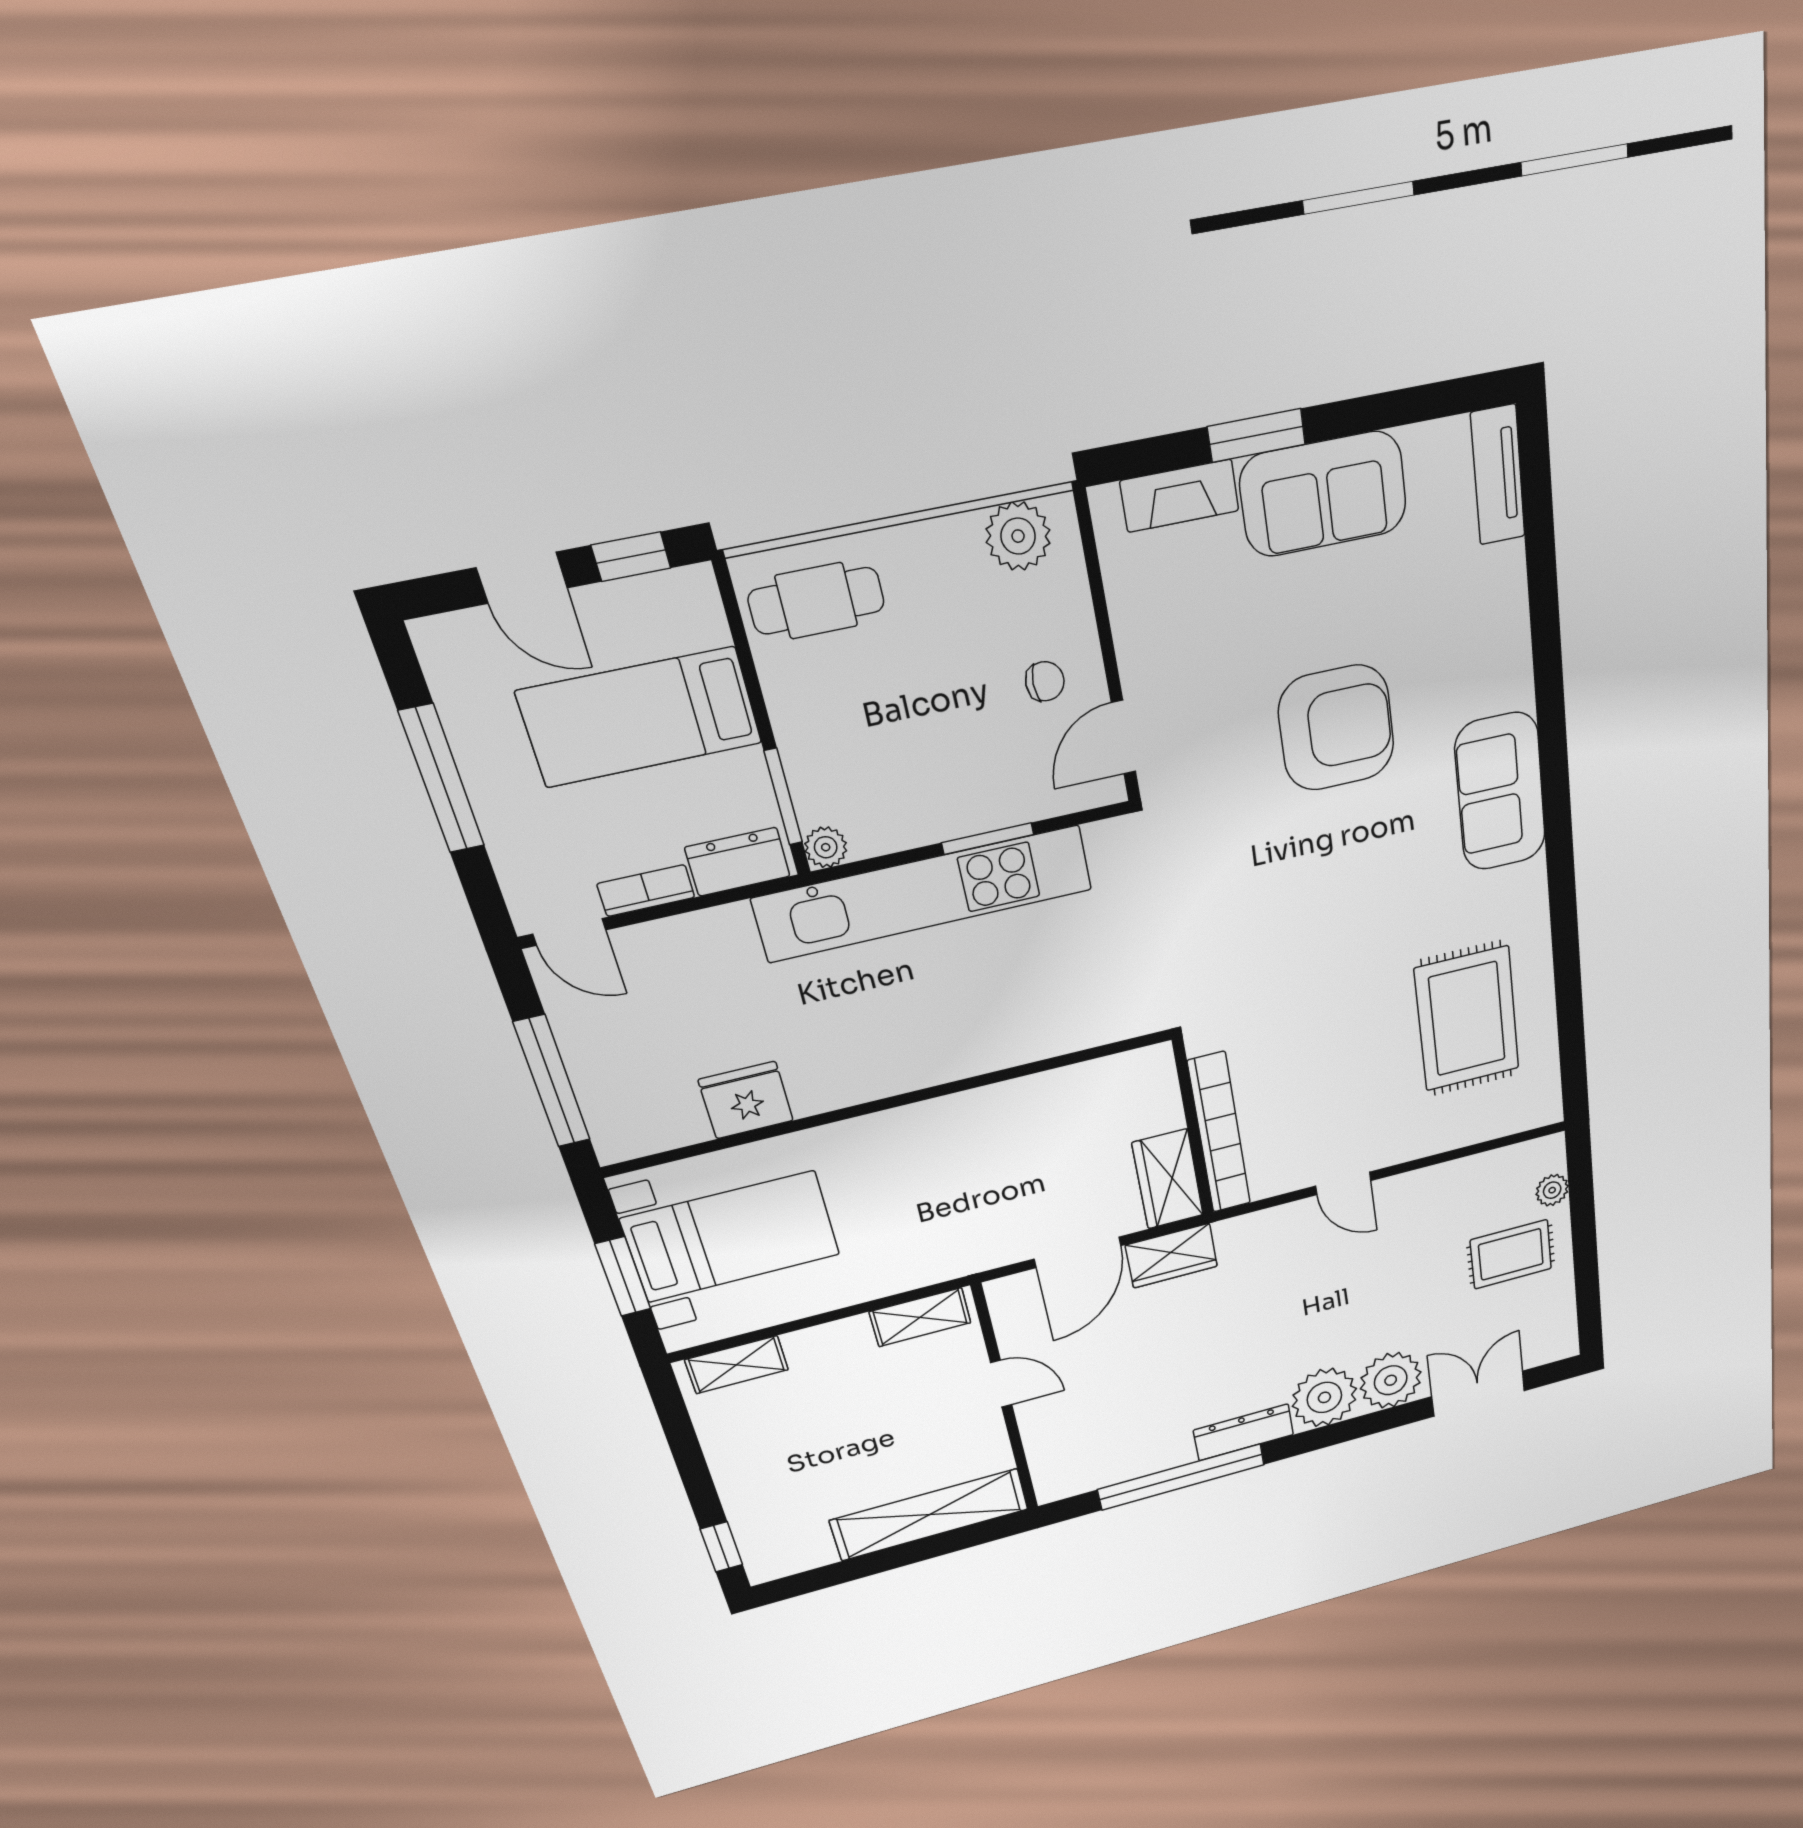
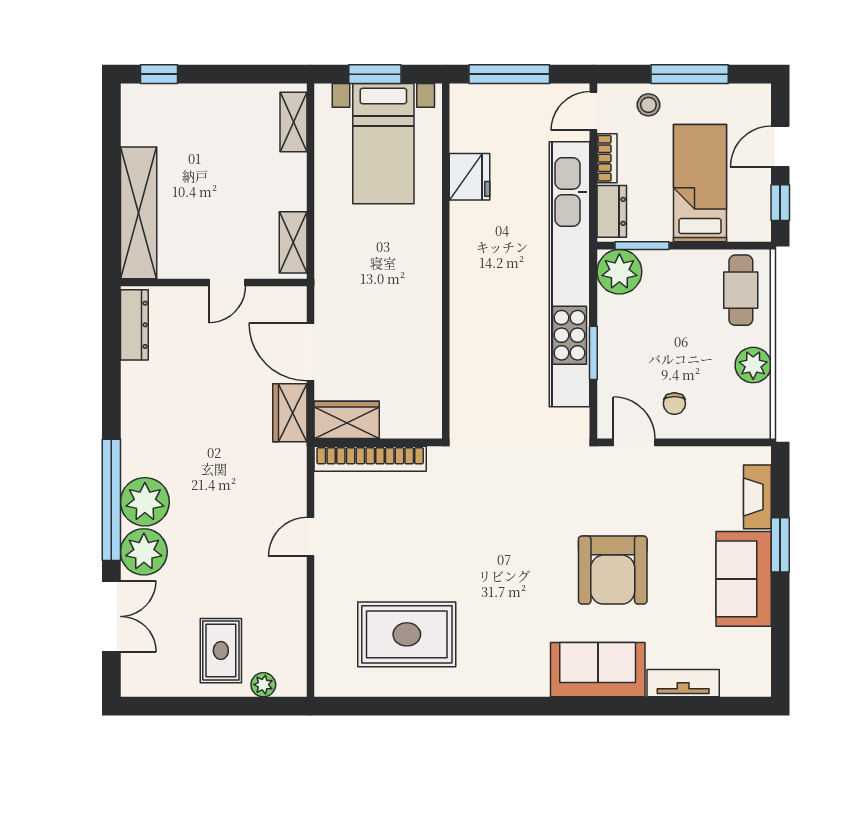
tv unit: (1498, 475) -> (683, 683), moved
plant: (1018, 536) -> (753, 365), moved
sofa: (1500, 792) -> (598, 670), moved
stool: (525, 840) -> (648, 105), added
plant: (826, 847) -> (619, 272), width x1.88, depth x1.88
kitchen unit: (924, 894) -> (570, 274), width x1.36
dresser: (1244, 1432) -> (134, 325), moved
window: (1181, 1477) -> (111, 500), moved

